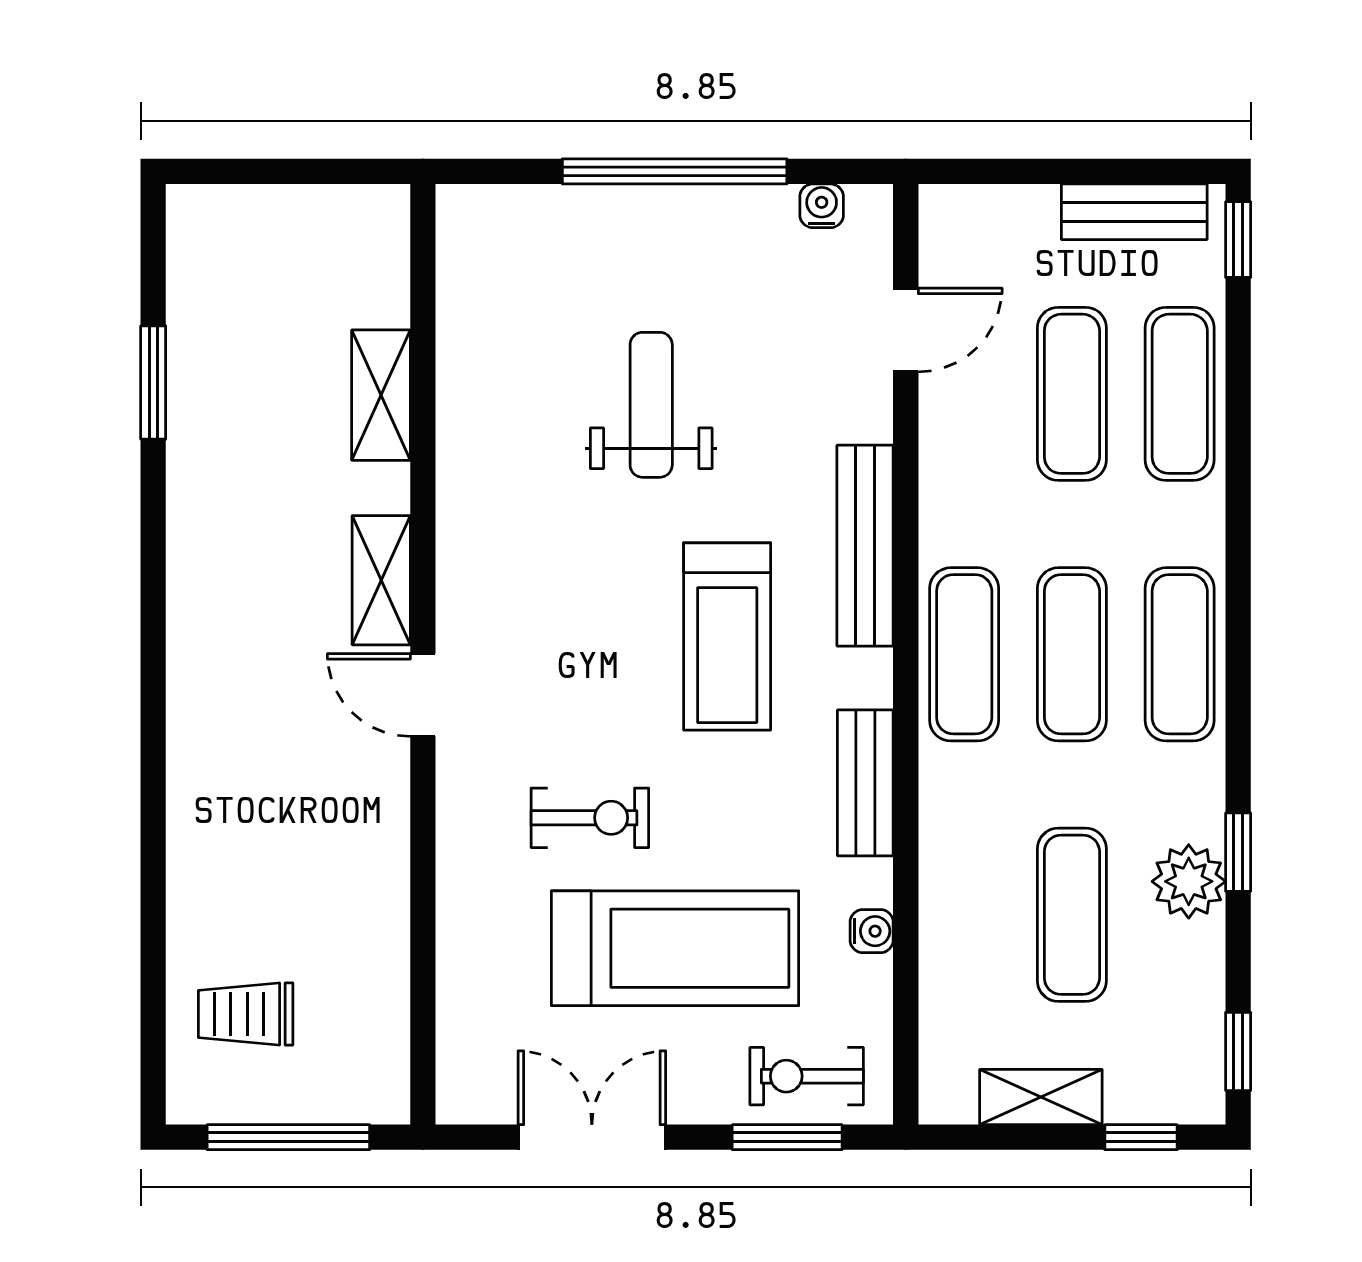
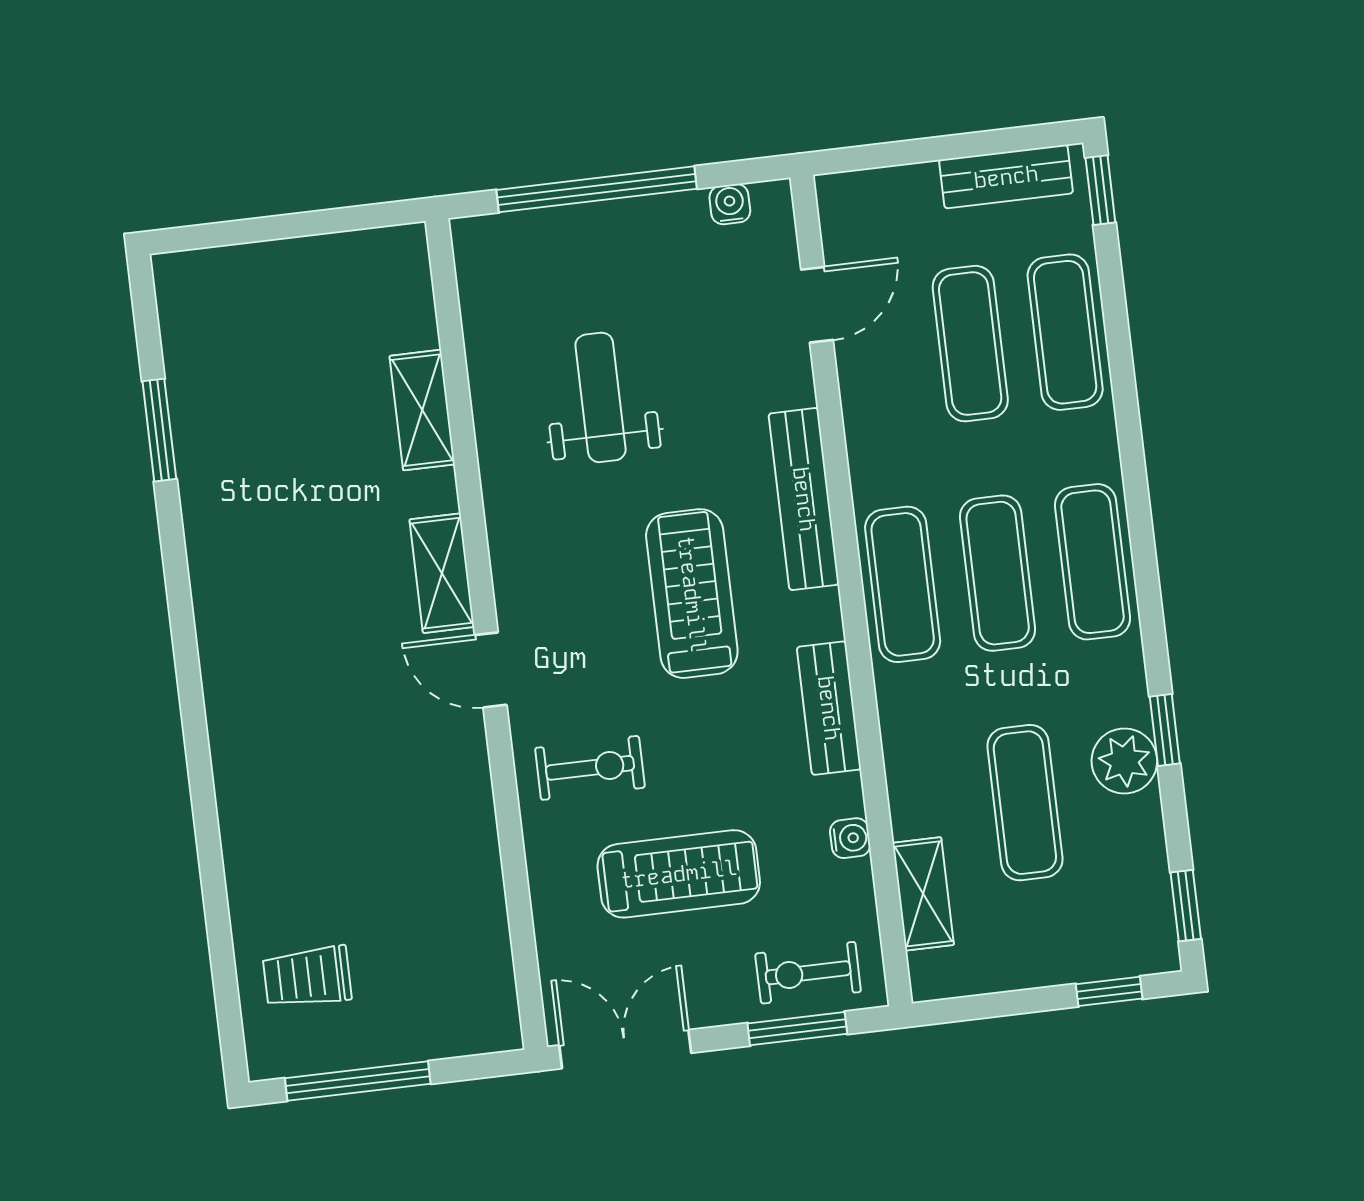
shelving: (381, 395) -> (422, 410), moved
shelving: (381, 580) -> (442, 573), moved
treadmill: (727, 636) -> (692, 594), turned 180
wall: (423, 654) -> (486, 634), moved
door: (423, 695) -> (491, 670), moved
treadmill: (675, 948) -> (679, 874), width x0.73, depth x0.73
shelving: (1041, 1097) -> (923, 894), moved, turned 90

